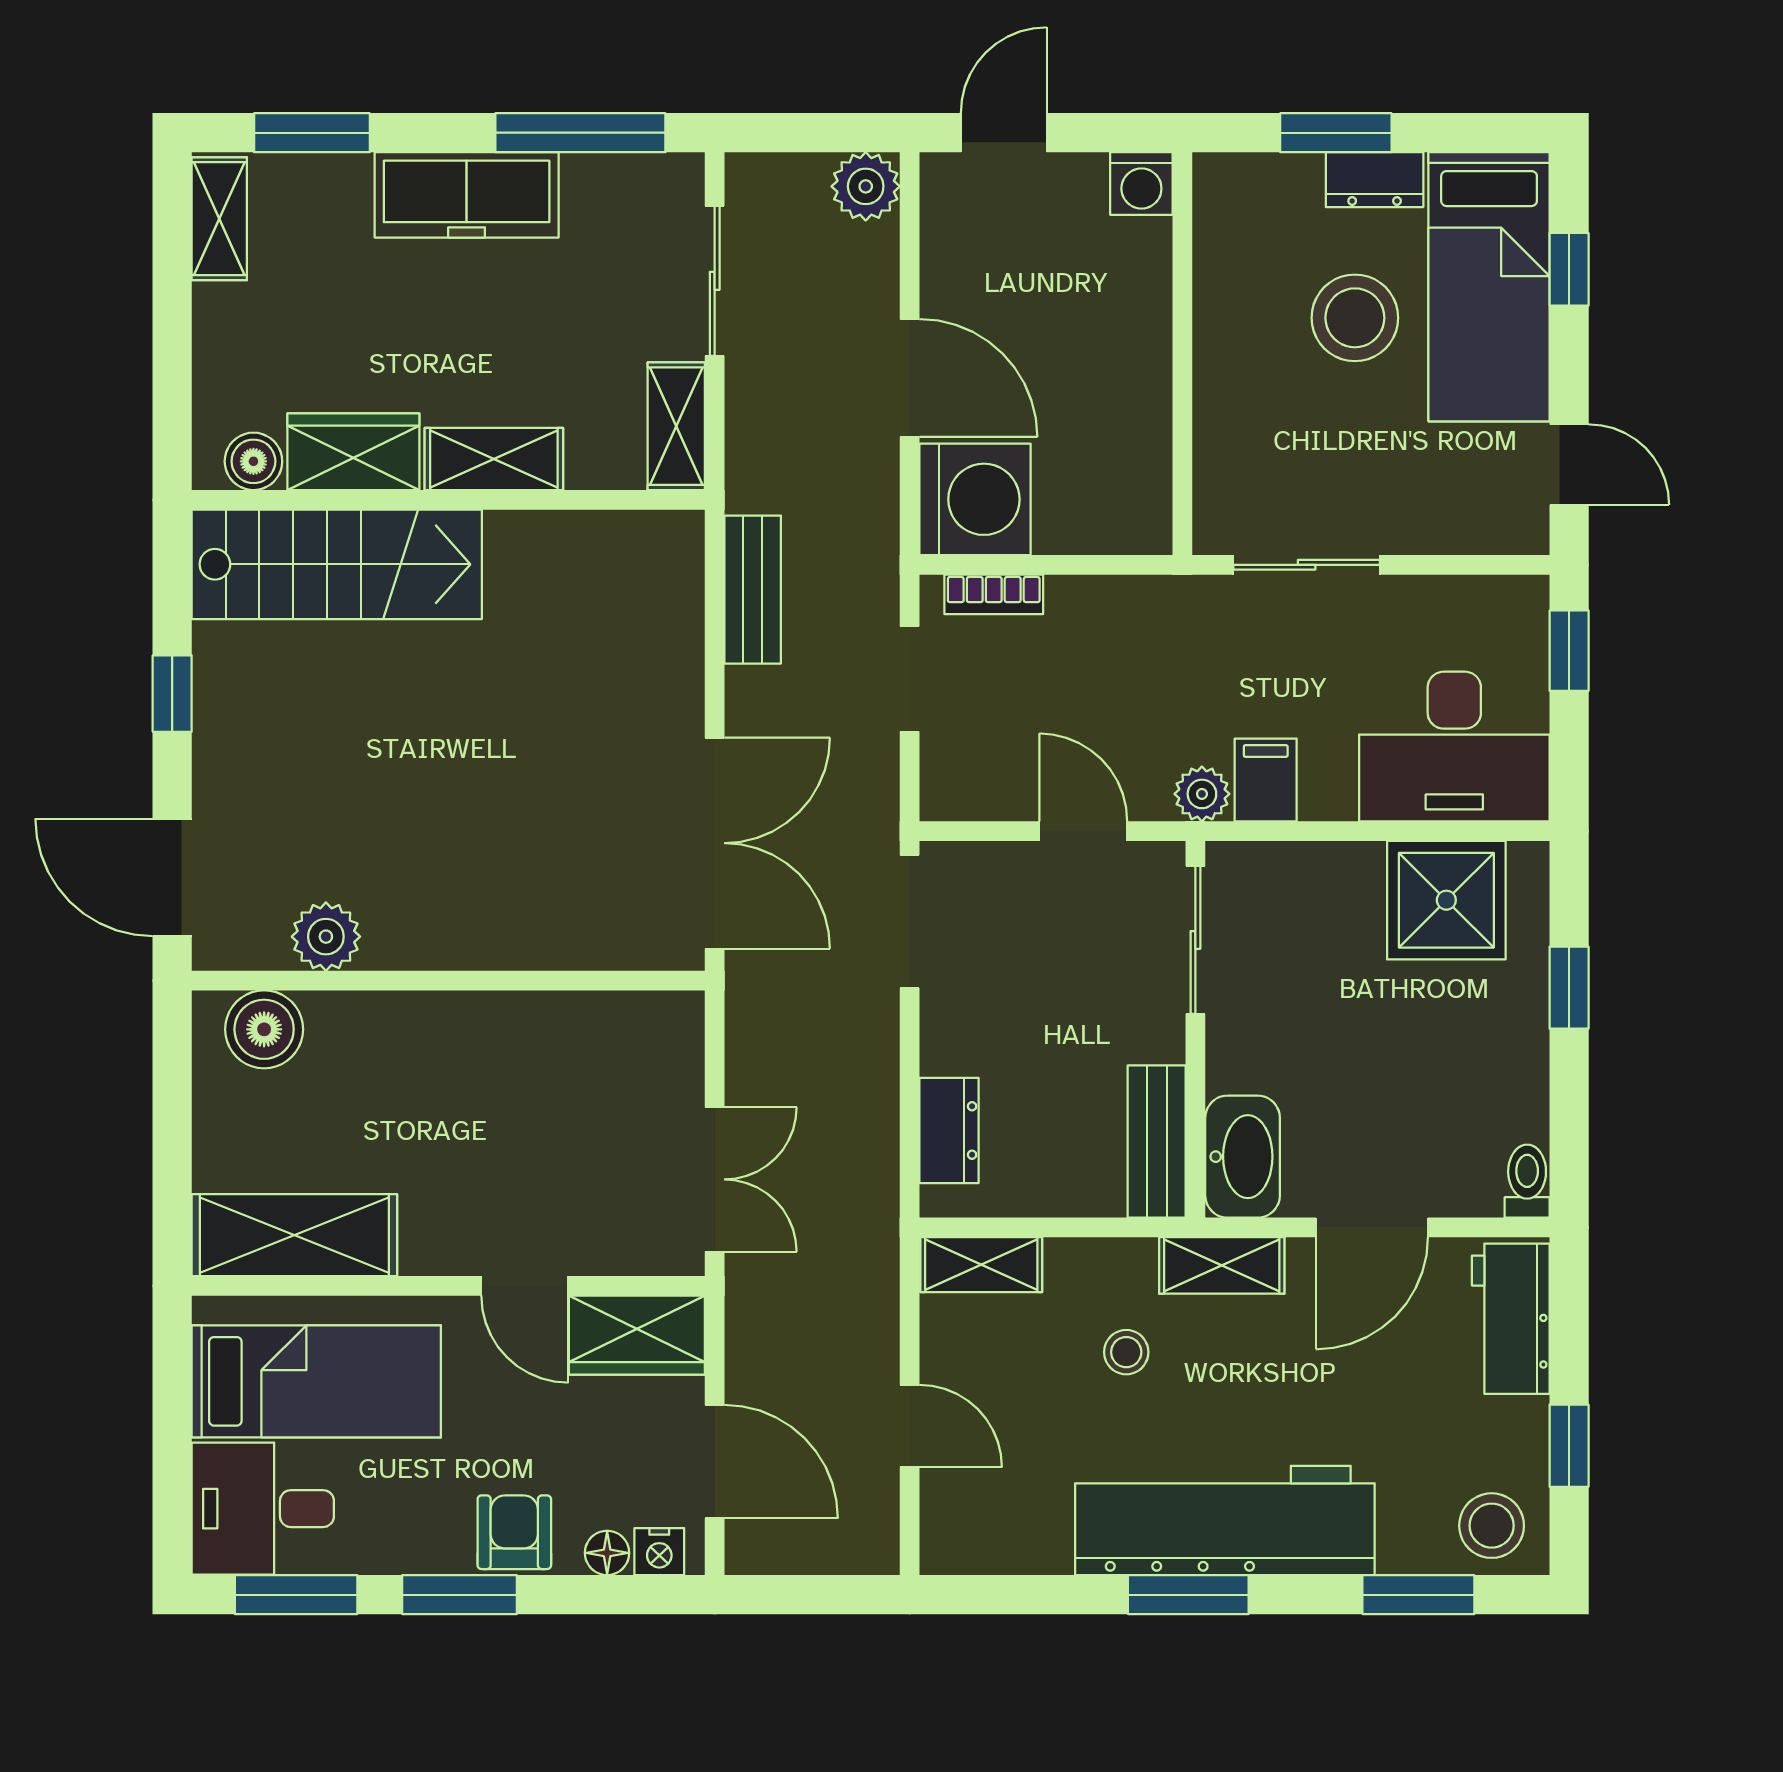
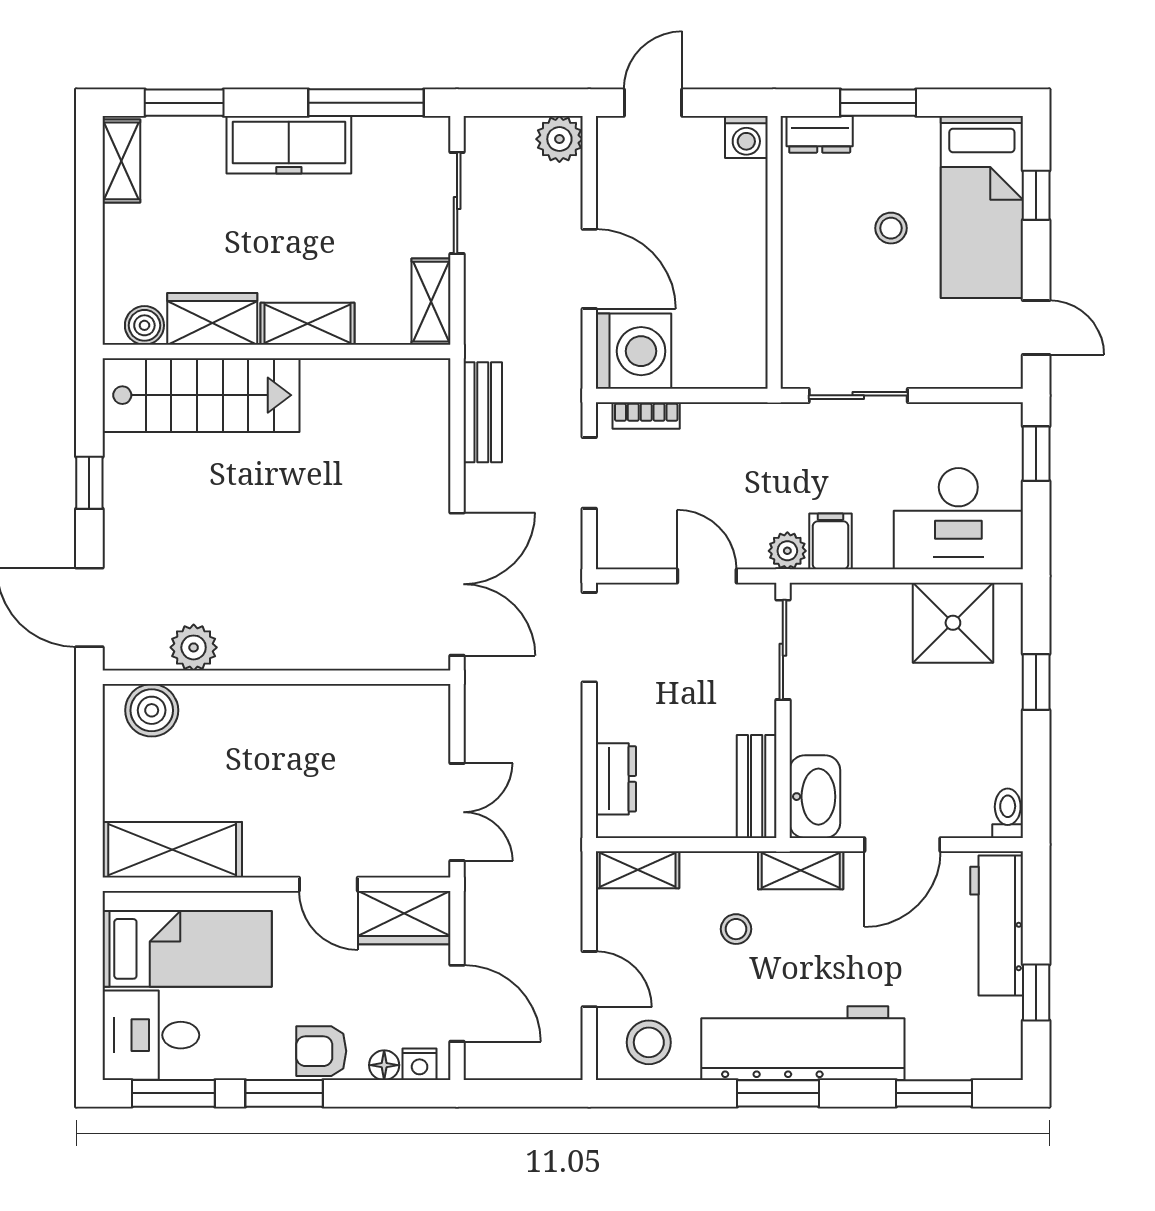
dresser: (1375, 180) -> (820, 134), moved
stool: (1355, 318) -> (891, 228), width x0.53, depth x0.53
workbench: (1511, 1319) -> (997, 926), width x1.38
stool: (1492, 1526) -> (649, 1042), moved
armchair: (514, 1532) -> (321, 1051), turned -90

